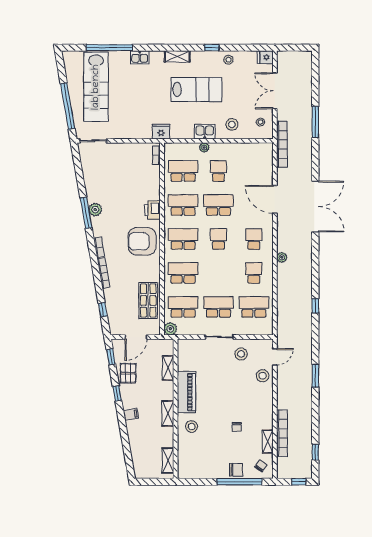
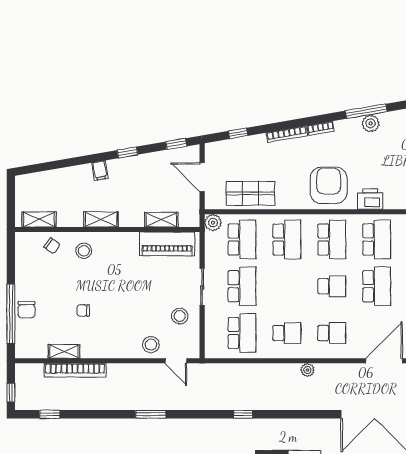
pallet: (128, 373) -> (154, 167), removed
piano: (186, 392) -> (167, 244), moved
chair: (261, 466) -> (52, 246), moved

